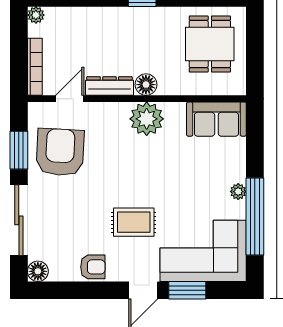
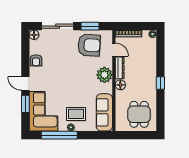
dining table: (210, 44) -> (139, 114), turned 90
plant: (147, 119) -> (104, 75), moved
sofa: (216, 119) -> (104, 112), width x1.36
rug: (134, 222) -> (76, 114), moved, turned 90

